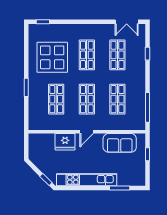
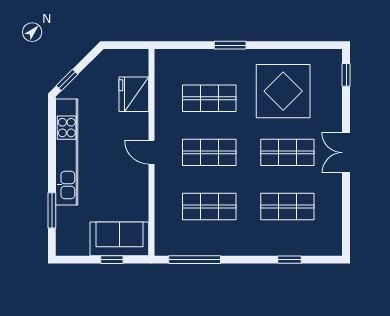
double door: (127, 22) -> (346, 153), moved
fridge: (65, 142) -> (134, 94), moved
sofa: (120, 143) -> (119, 239), moved, turned 90

